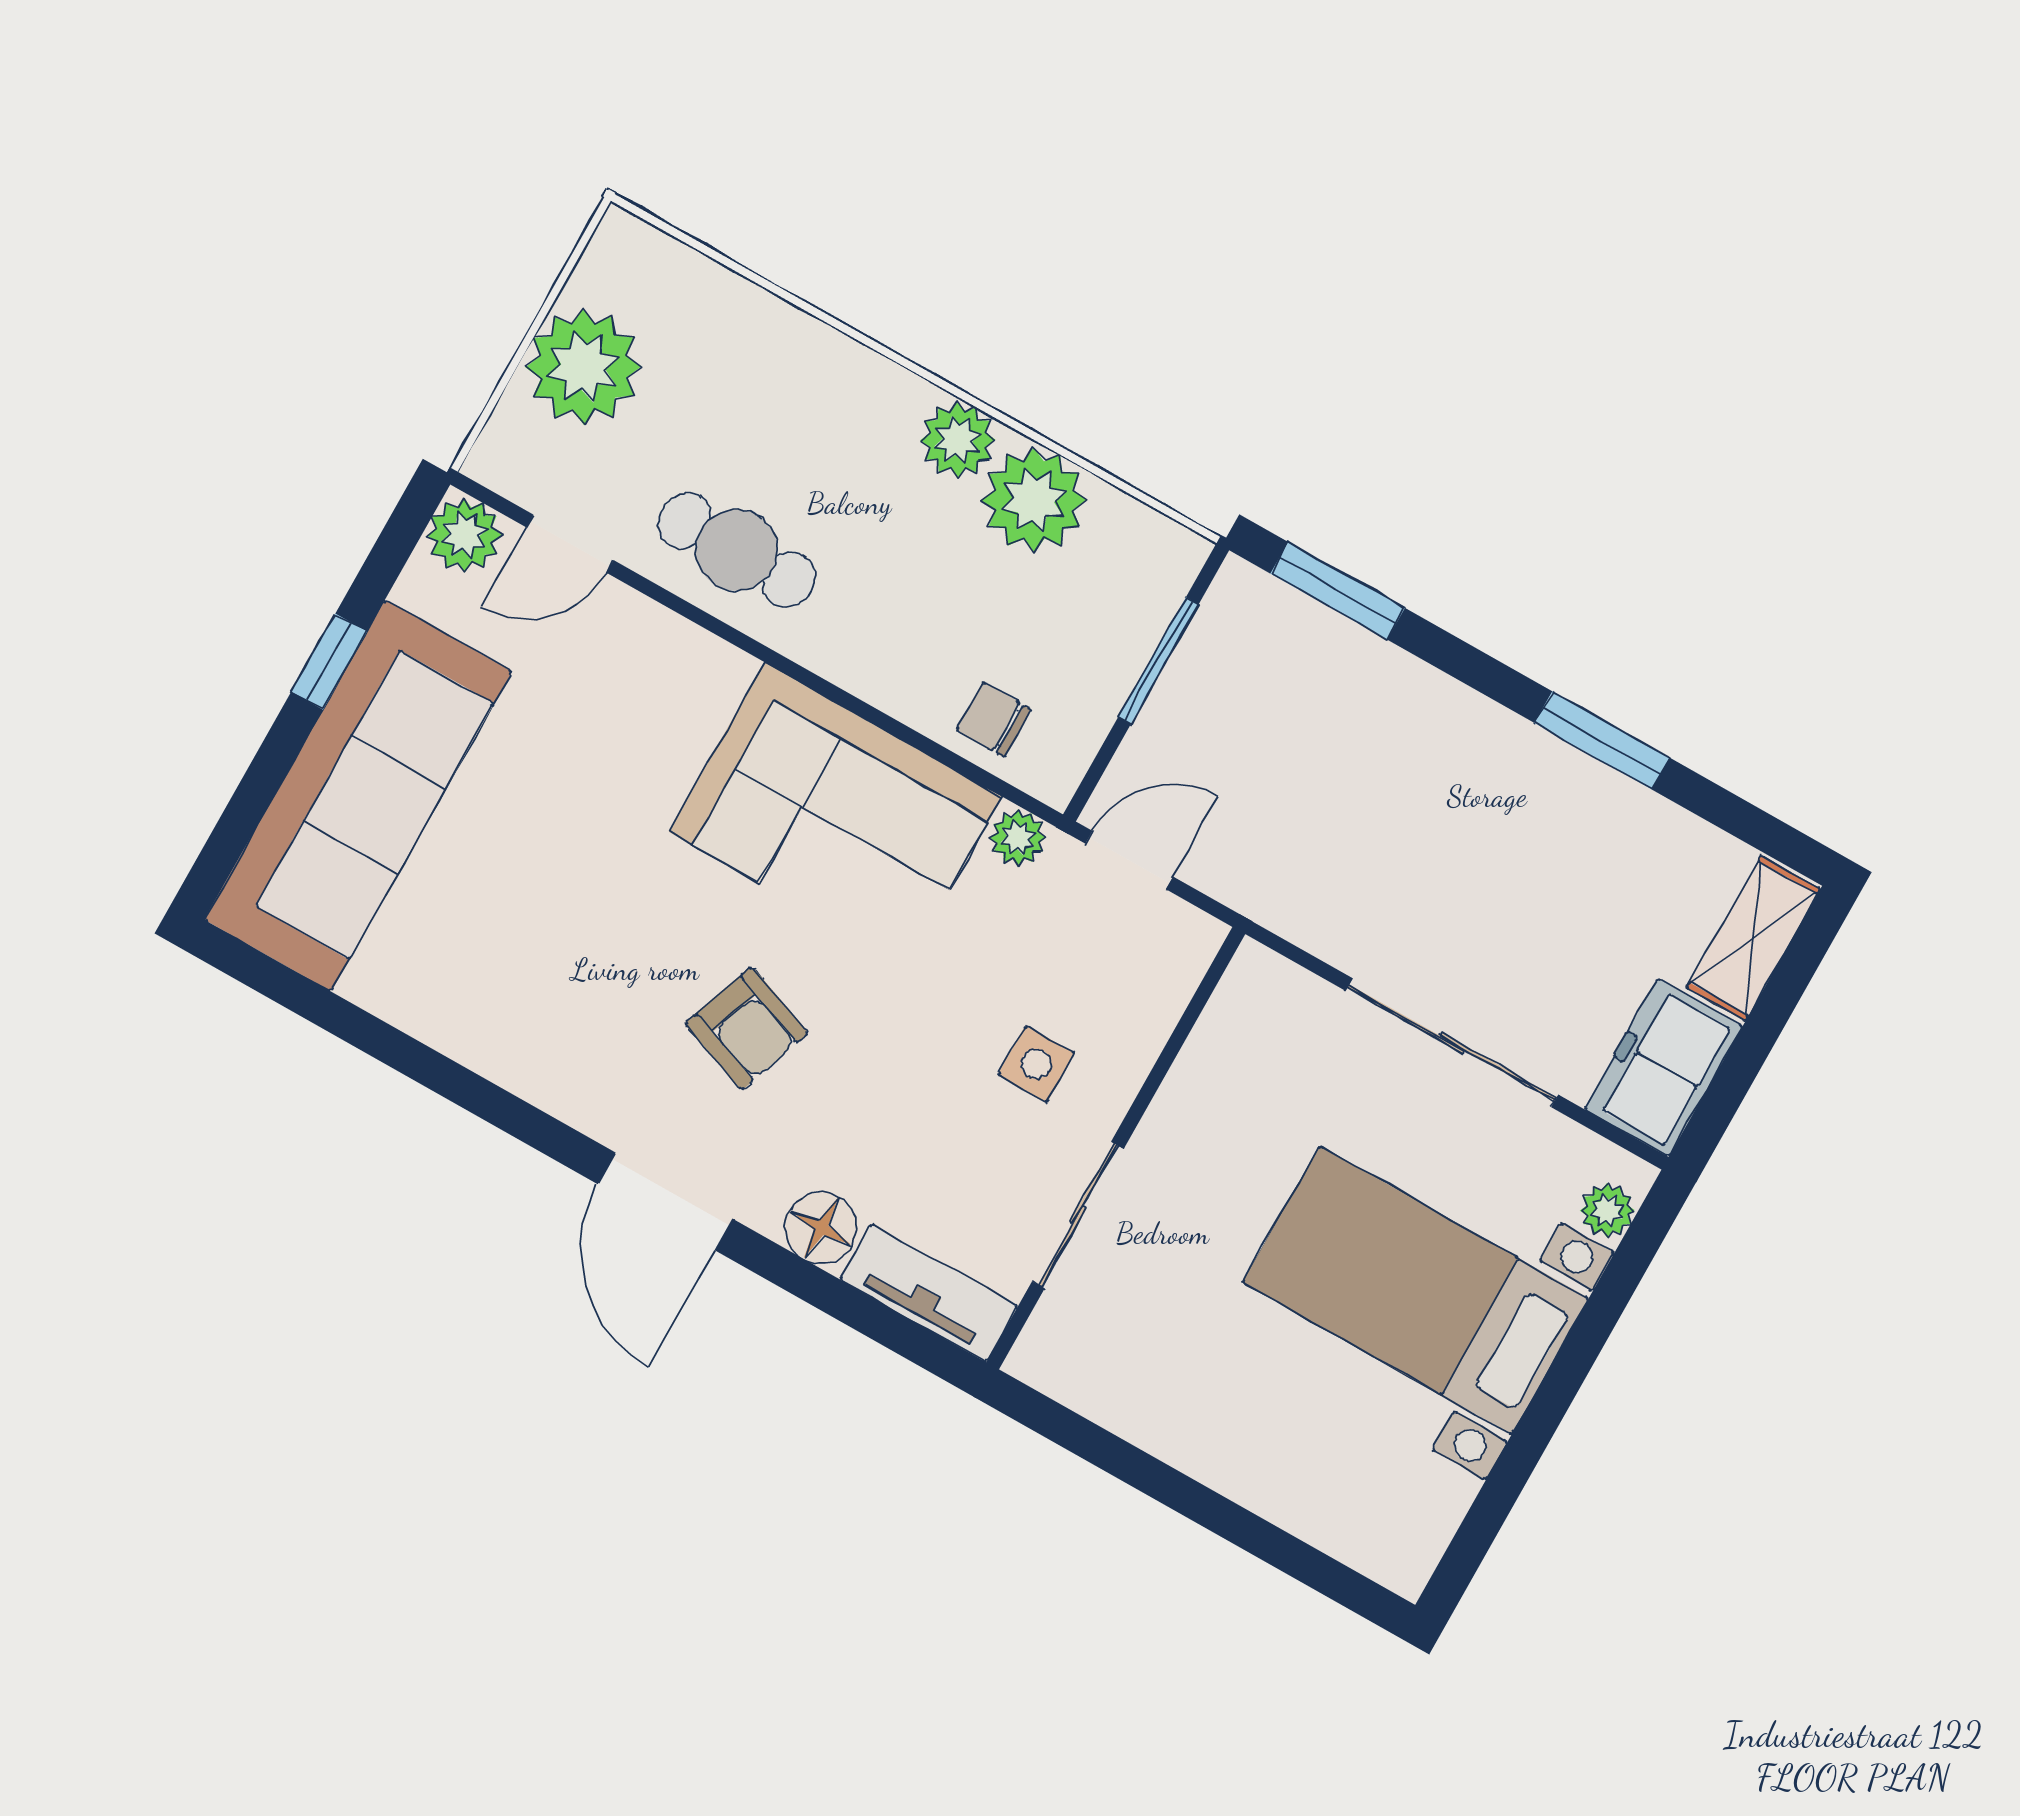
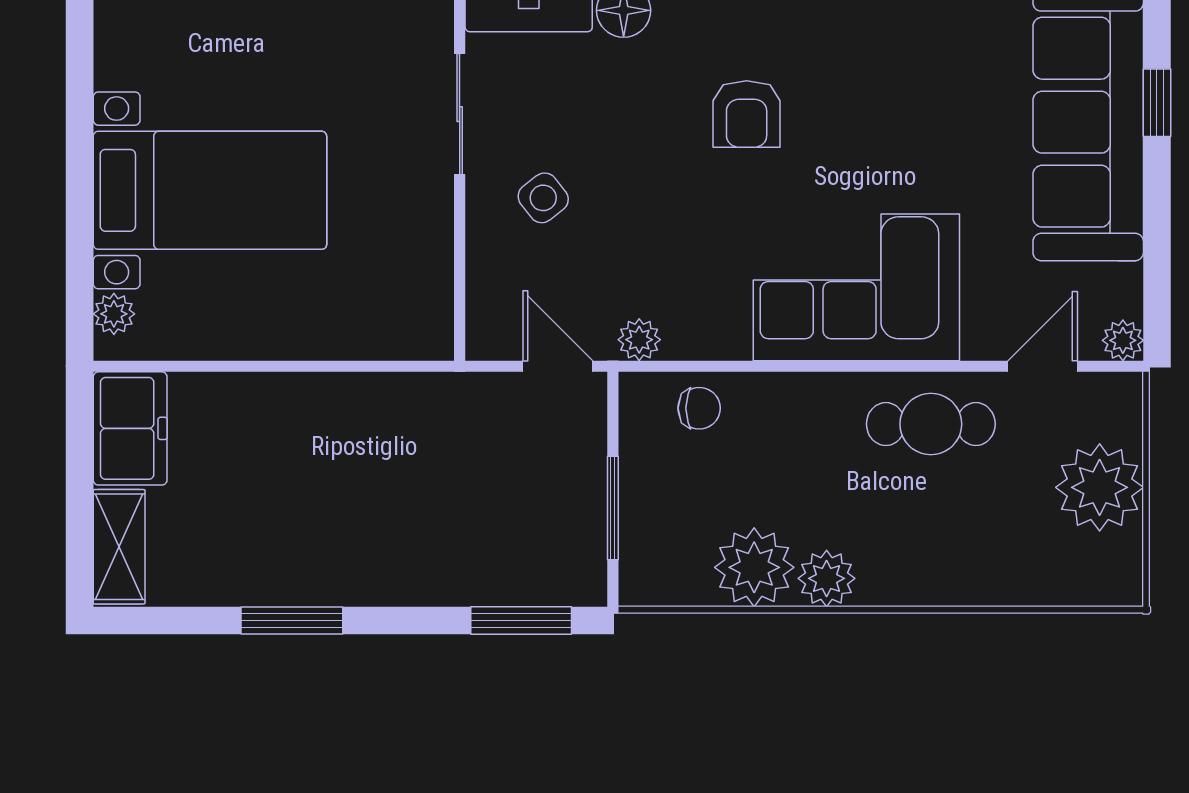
plant: (464, 535) -> (1123, 340), width x0.73, depth x0.73
window: (329, 662) -> (1157, 103), moved
corner sofa: (836, 814) -> (856, 287), moved
door: (1129, 860) -> (558, 366), swing flipped
armchair: (747, 1028) -> (747, 114), turned -110
sliding door: (1452, 1043) -> (278, 366), removed
side table: (1036, 1064) -> (543, 198), turned -38

